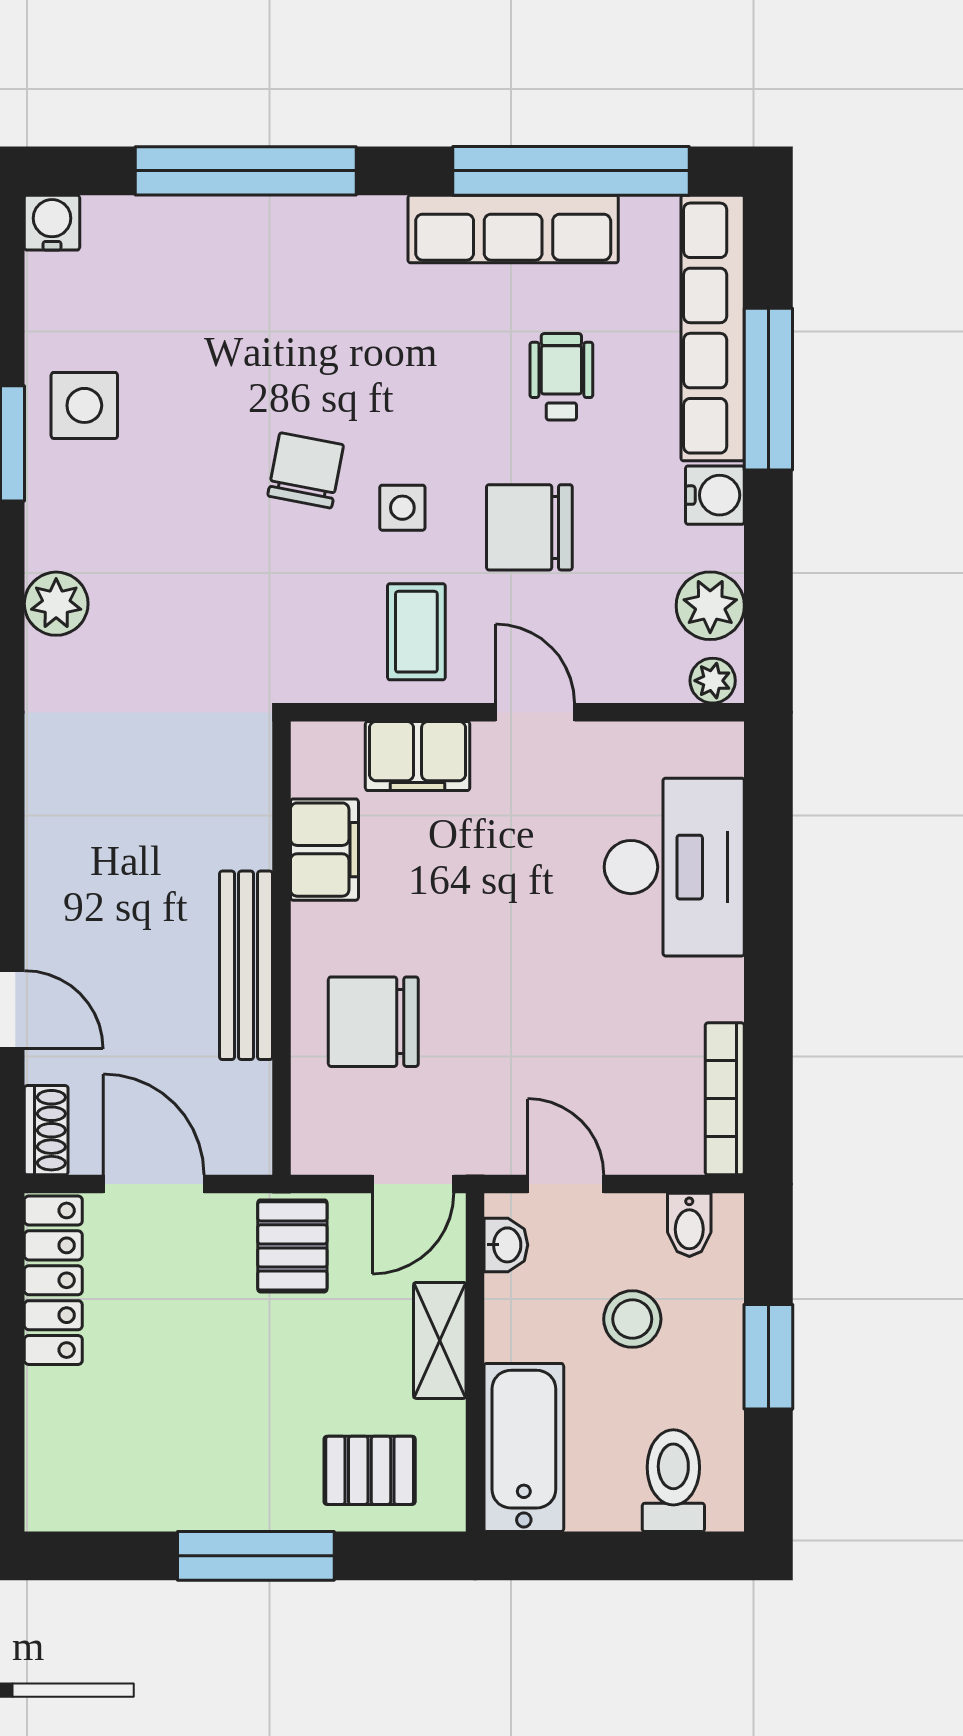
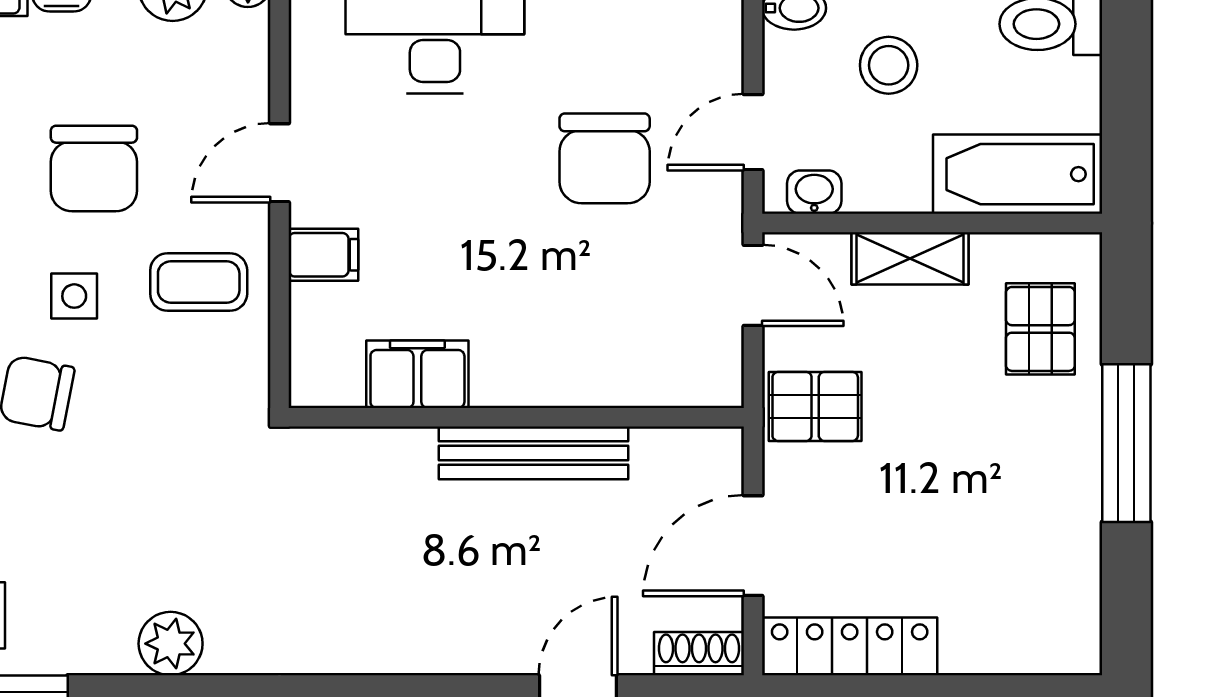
filing cabinet: (418, 756) -> (323, 255), width x0.50
chair: (373, 1022) -> (605, 158), moved

